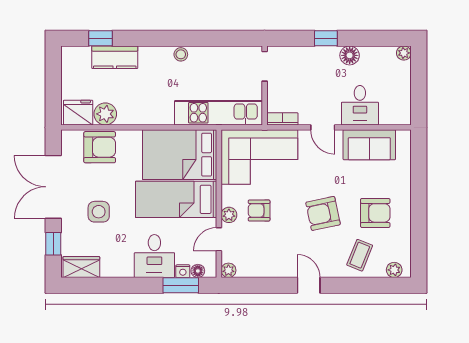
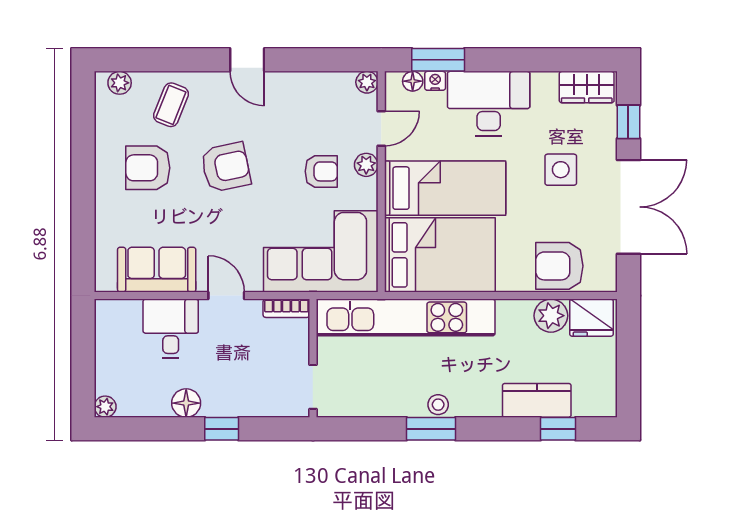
window: (186, 38) -> (431, 429), added
kitchen unit: (218, 113) -> (406, 317), width x1.36
desk: (154, 256) -> (489, 104), width x1.37

